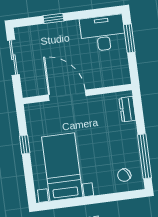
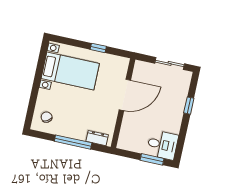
desk: (103, 33) -> (162, 145), width x0.73
window: (145, 156) -> (73, 142), moved

